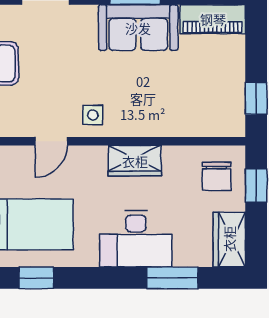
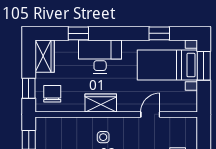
side table: (93, 115) -> (103, 137), moved
window: (172, 278) -> (78, 33), width x0.67

